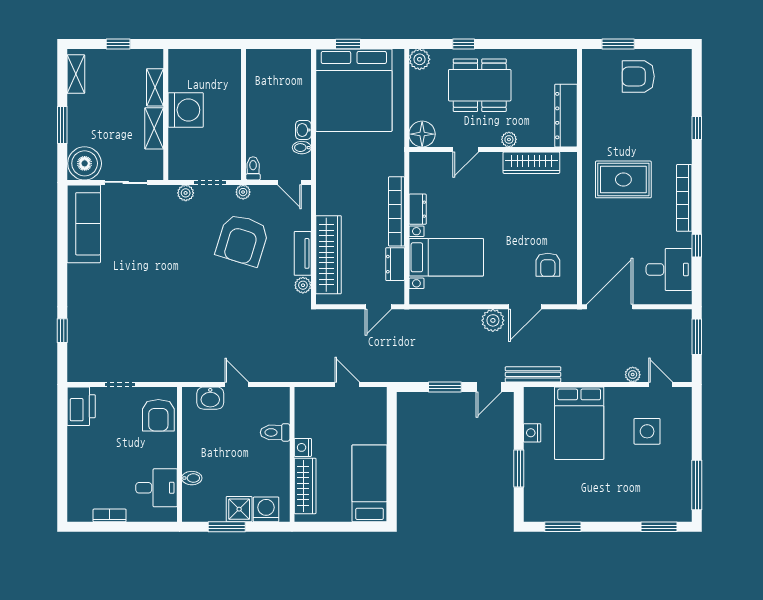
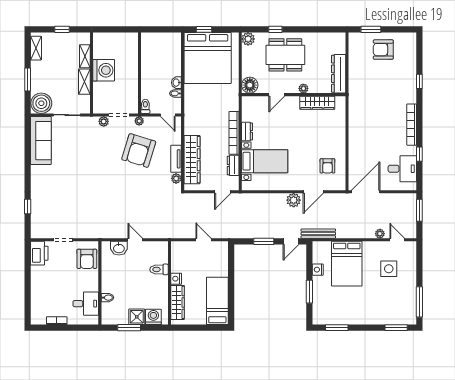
rug: (623, 179) -> (374, 113), removed

